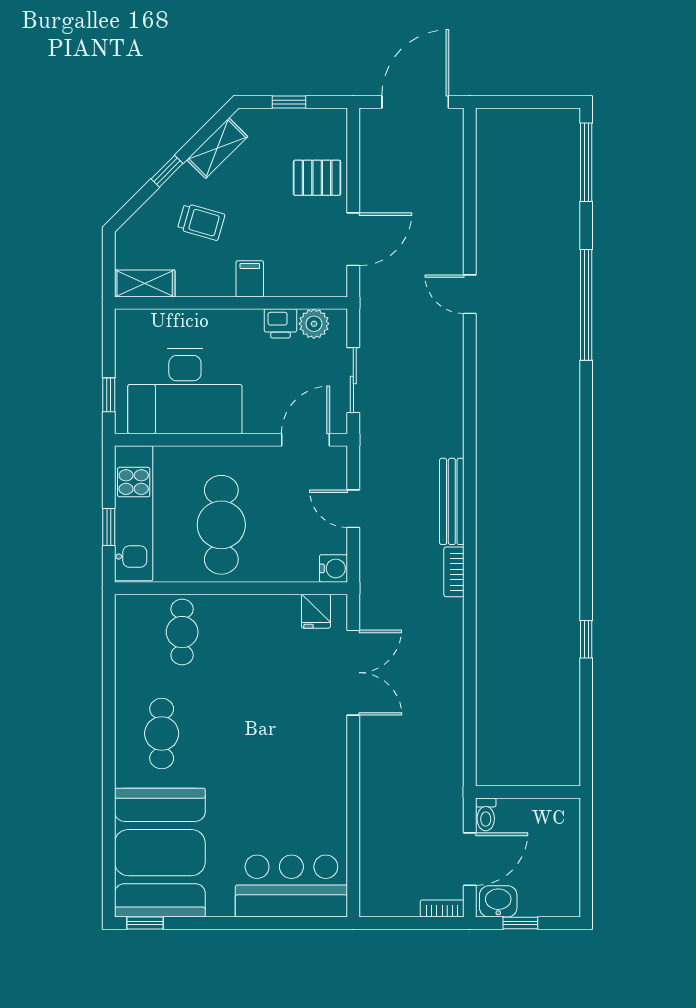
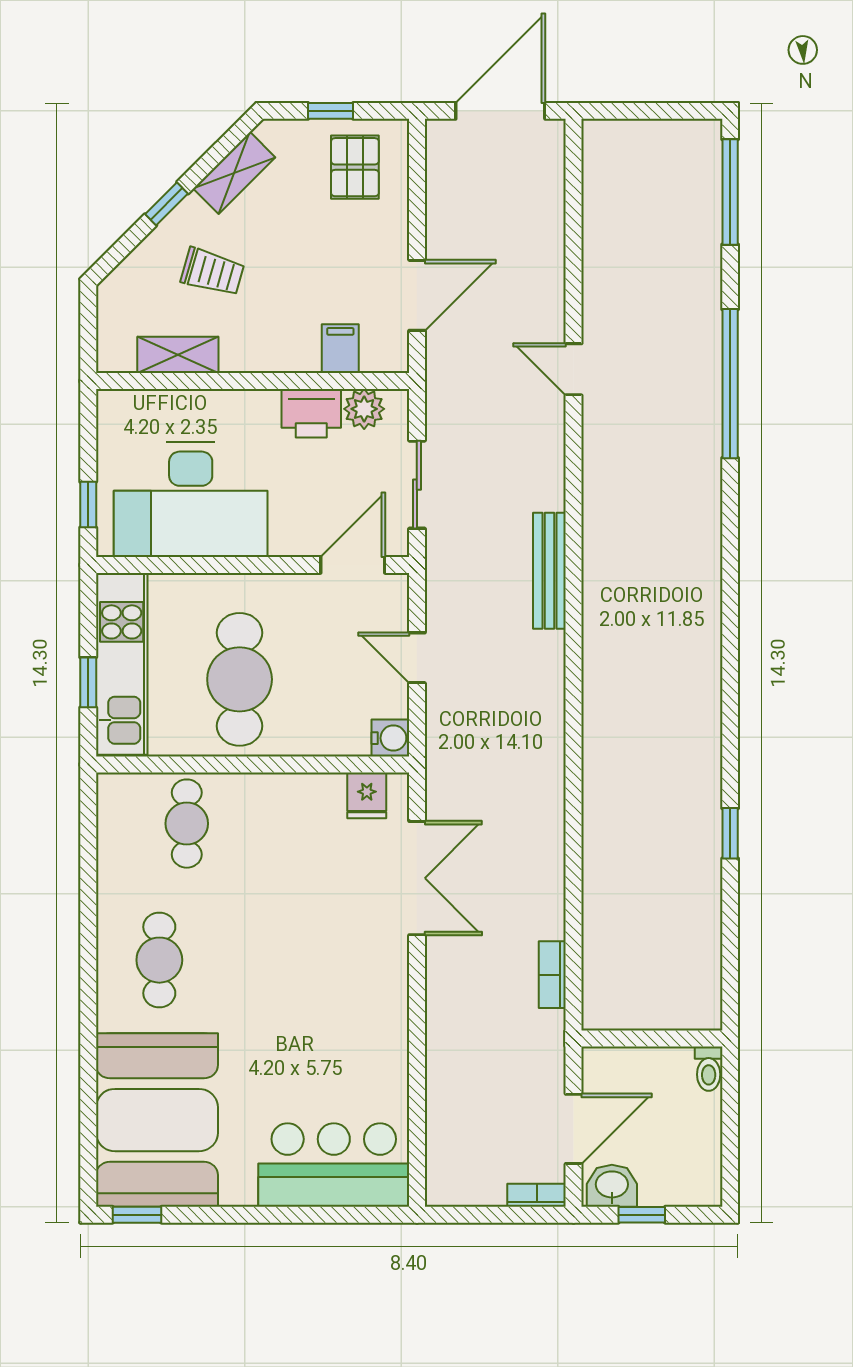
pallet: (317, 178) -> (355, 167), moved, turned 90
filing cabinet: (250, 279) -> (340, 349), moved
shelving: (145, 284) -> (178, 355), moved
printer: (280, 323) -> (311, 413), width x1.36, depth x1.24
bench: (452, 501) -> (549, 571), moved
bookcase: (454, 572) -> (552, 975), moved
toilet: (486, 814) -> (709, 1069), moved

